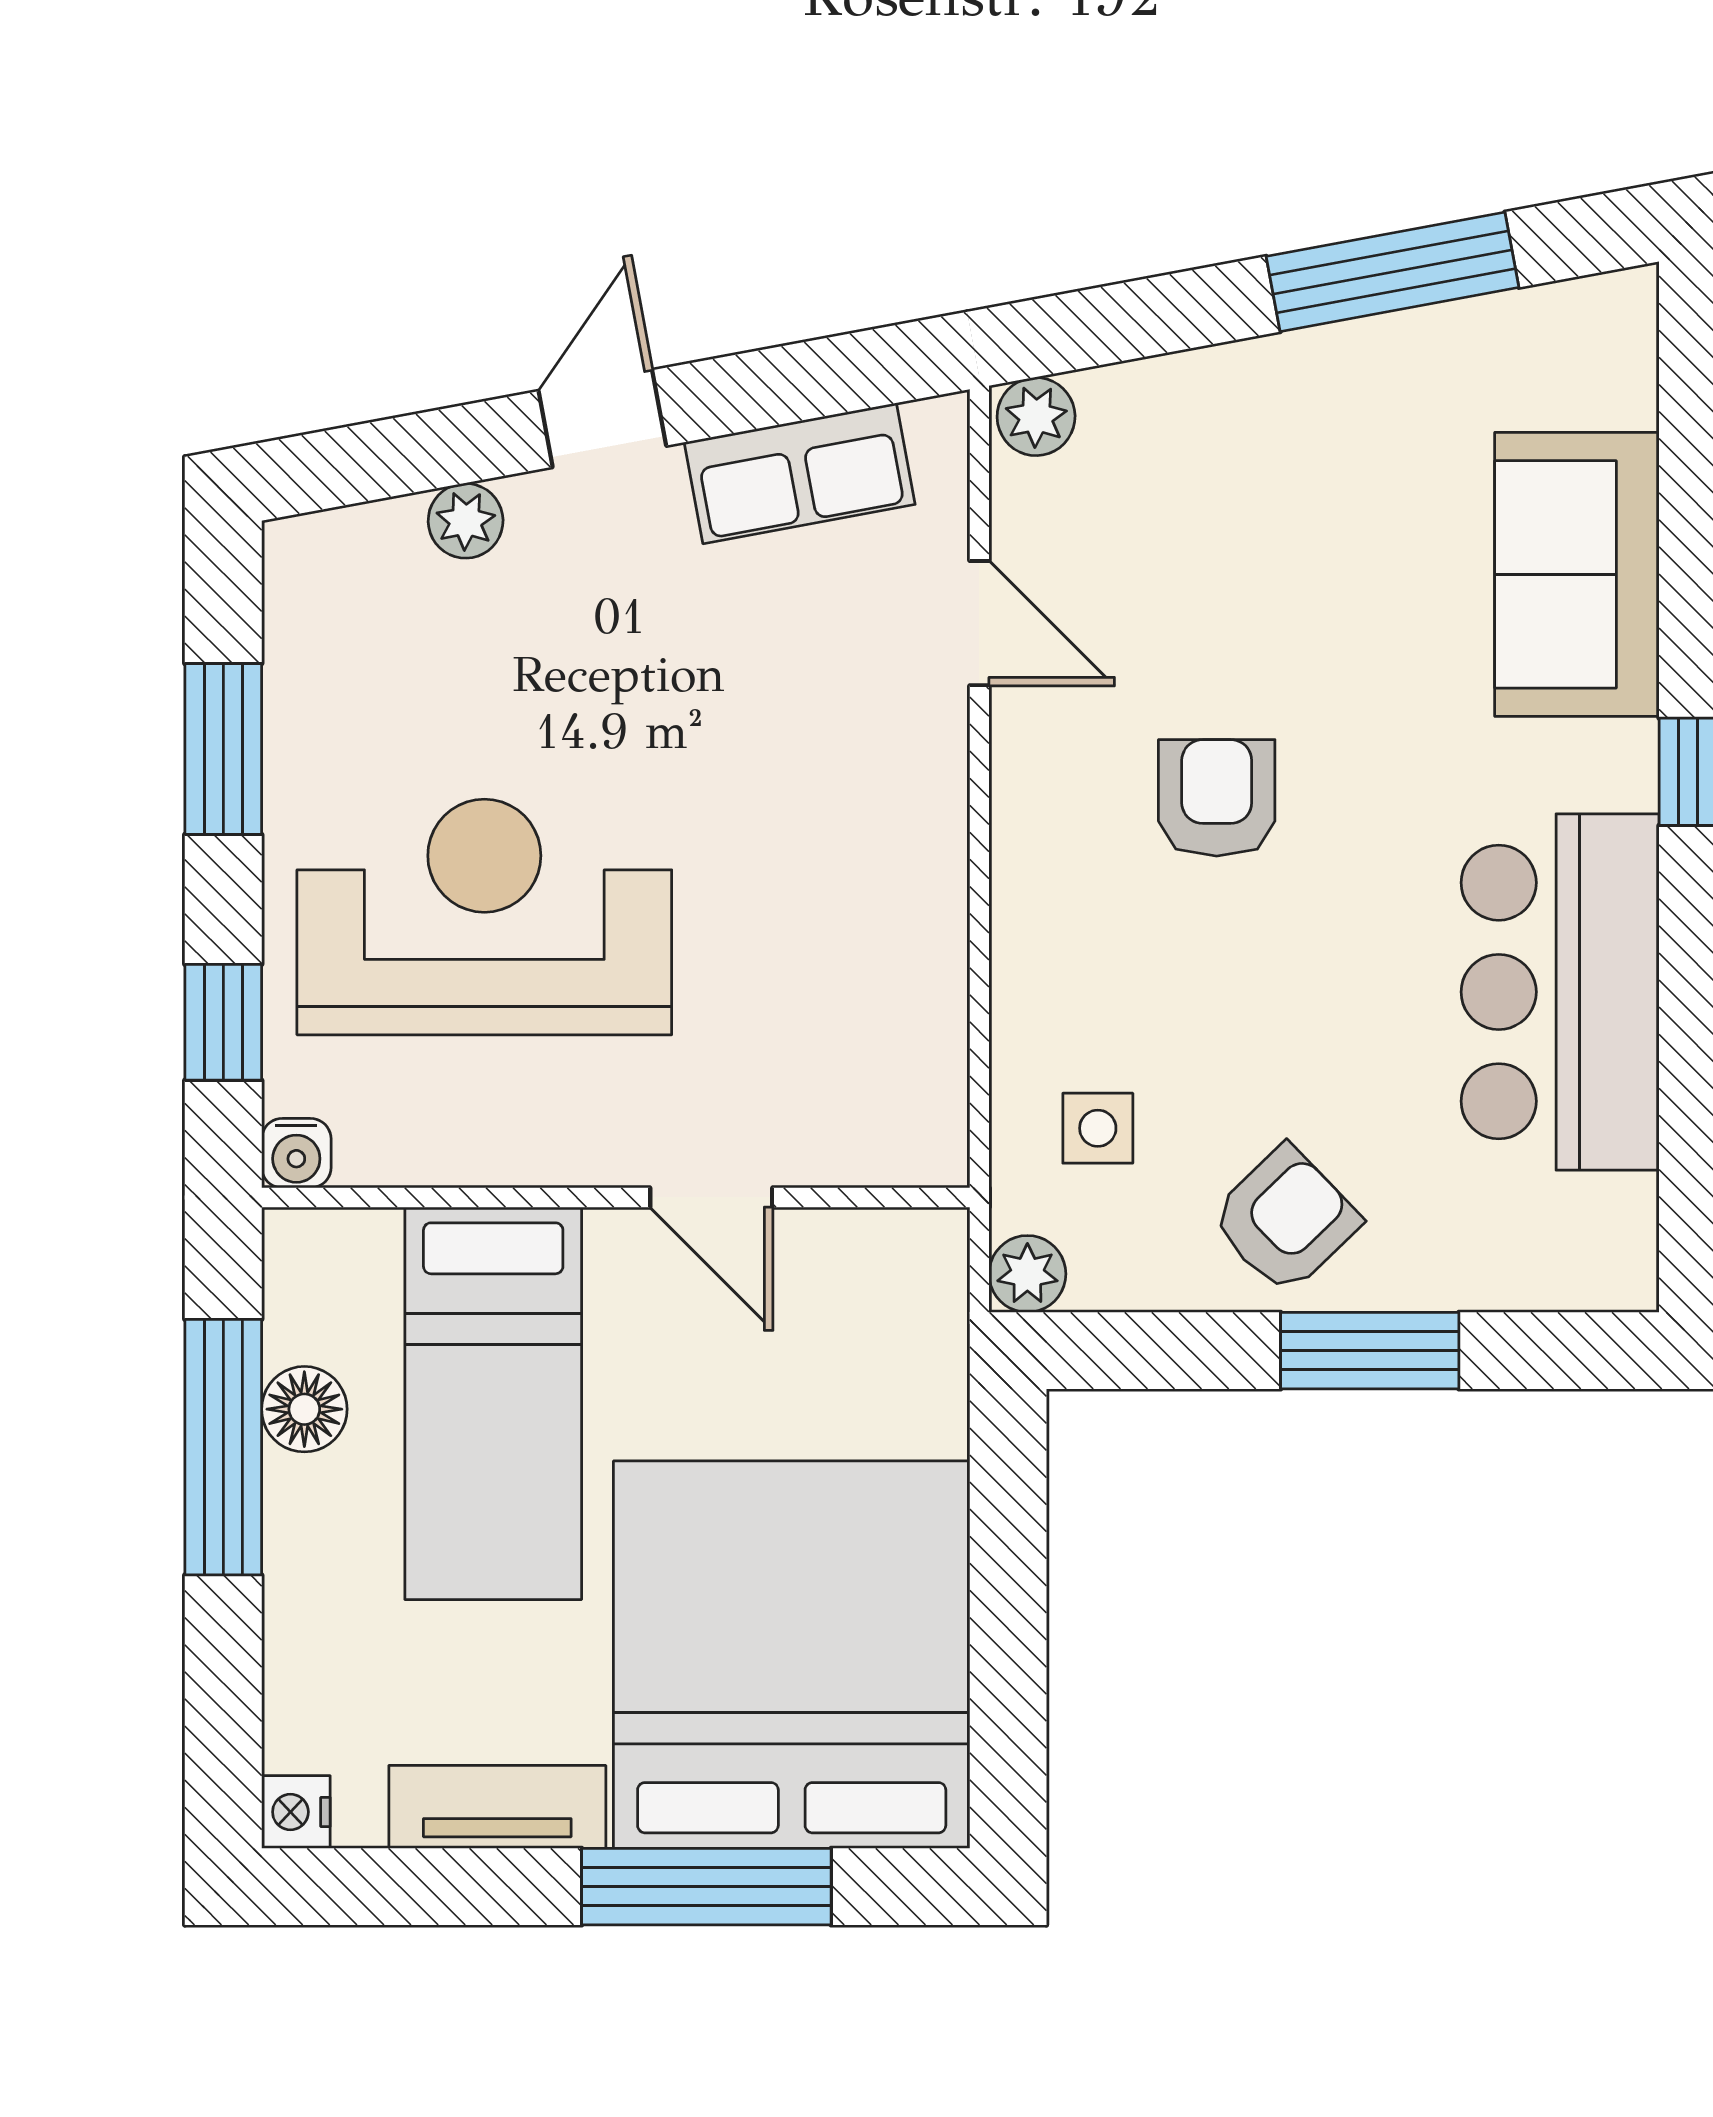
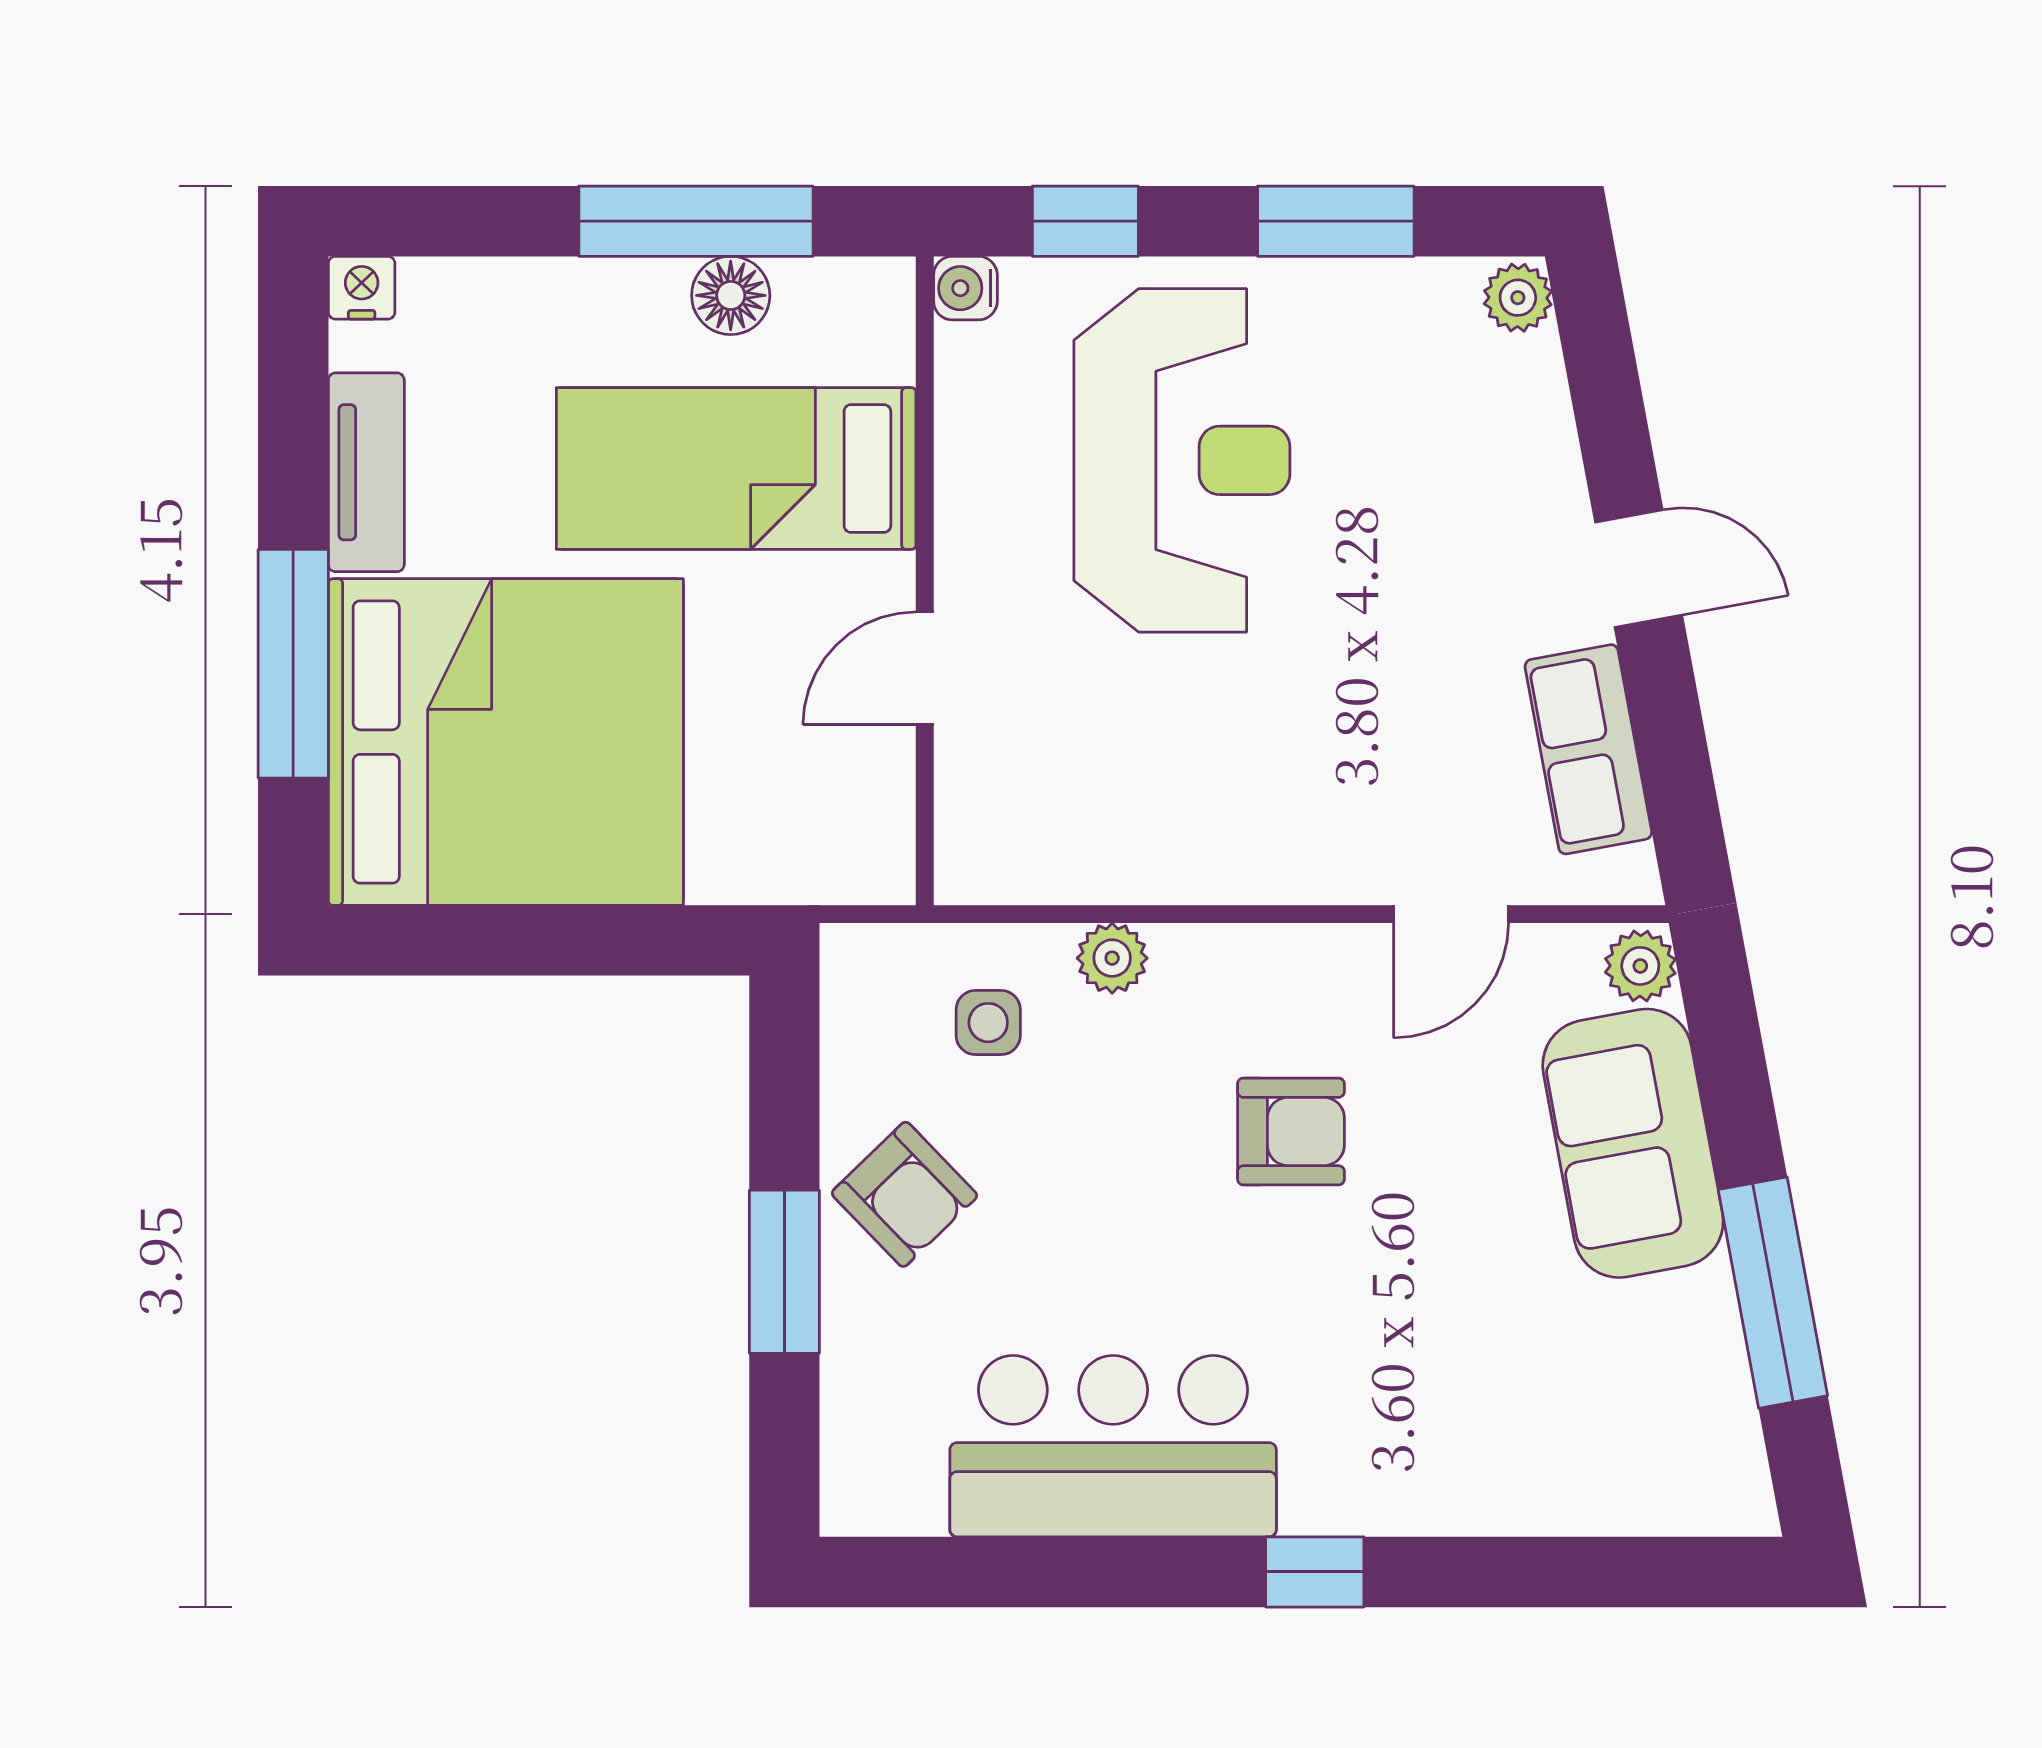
plant: (466, 521) -> (1518, 298), moved
sofa: (1577, 574) -> (1633, 1143), moved, turned -101
plant: (1027, 1274) -> (1112, 958), moved

